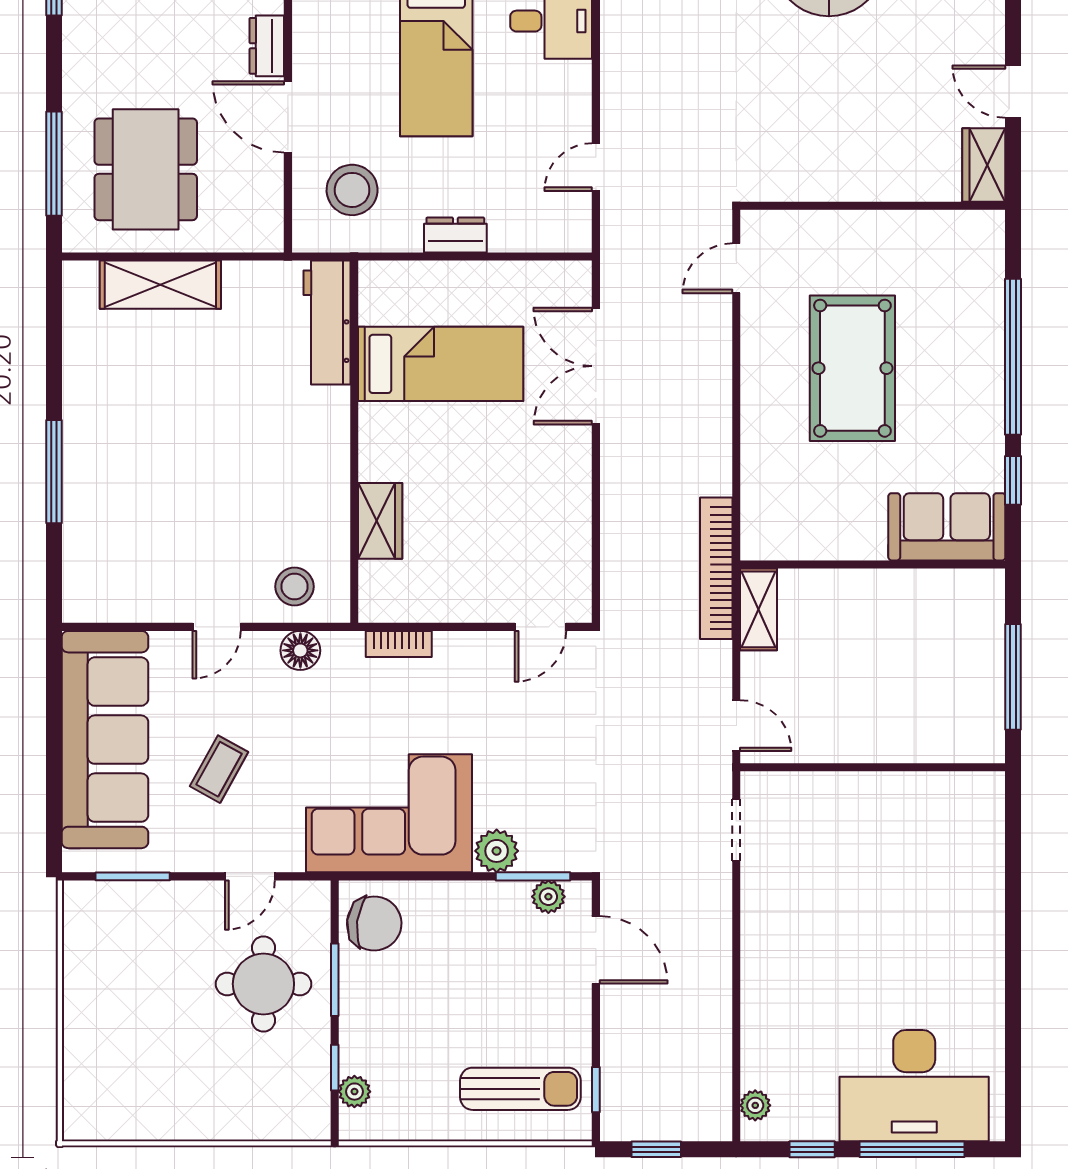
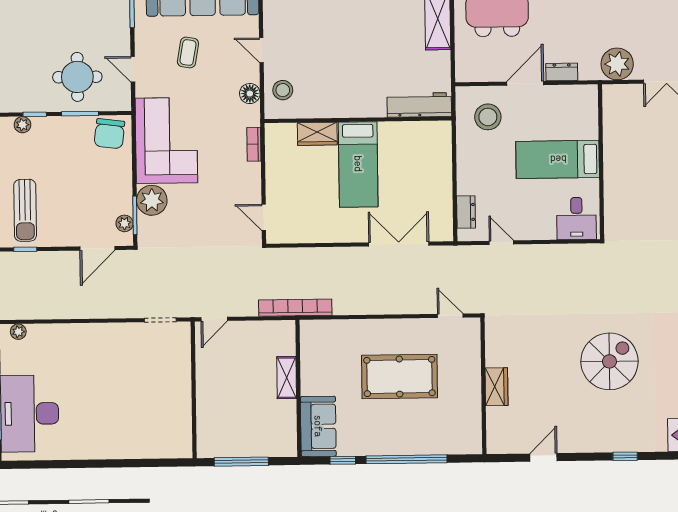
wardrobe: (984, 165) -> (497, 387), moved, turned 90
dresser: (455, 235) -> (466, 212), moved
bed: (441, 364) -> (358, 164), moved
shelving: (759, 609) -> (287, 378), moved, turned 90
coffee table: (219, 769) -> (188, 52), turned 71
plant: (497, 851) -> (152, 200), width x1.36, depth x1.36

